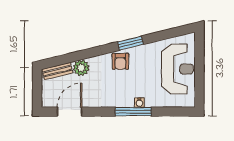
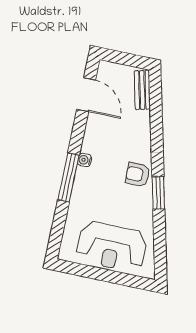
plant: (81, 68) -> (140, 122), removed
water cooler: (139, 103) -> (84, 160), moved

